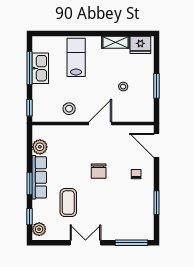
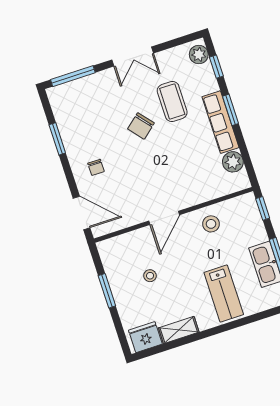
chair: (99, 171) -> (141, 126), moved, turned -130

